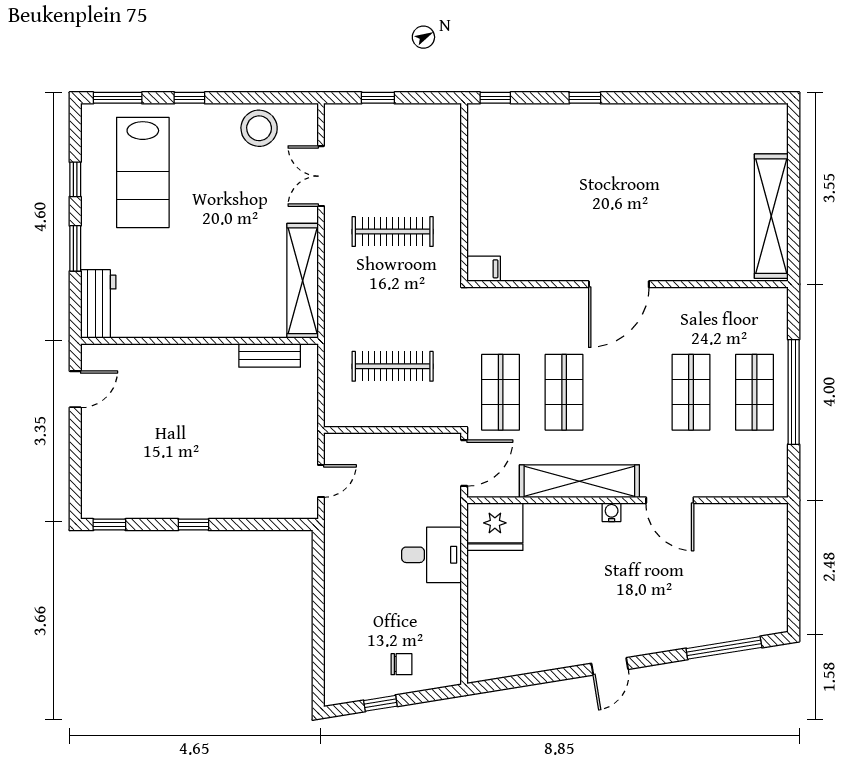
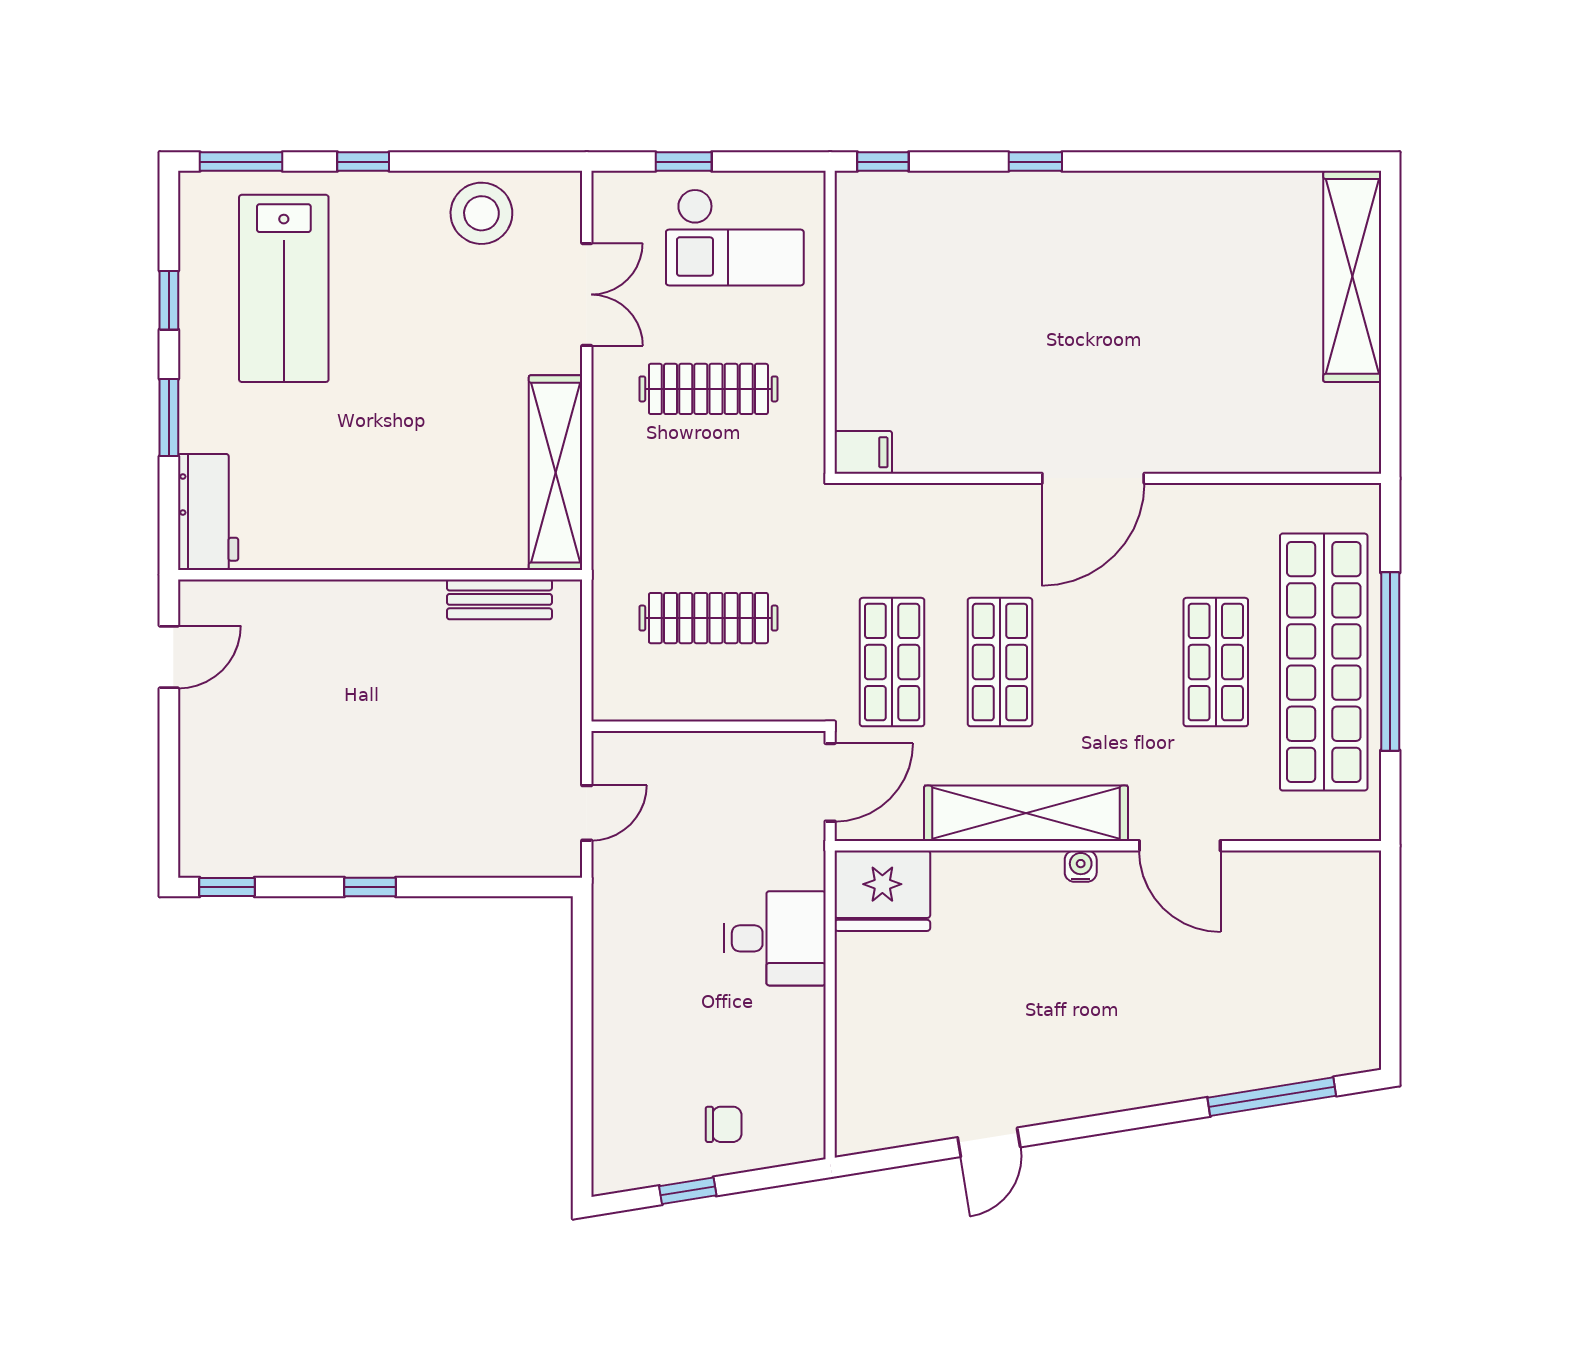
checkout: (408, 142) -> (735, 237), added
double door: (321, 176) -> (587, 294), swing flipped
shelving: (771, 216) -> (1352, 276), moved
shop shelf: (754, 392) -> (1324, 662), width x2.00, depth x1.36
door: (610, 666) -> (989, 1142), moved

